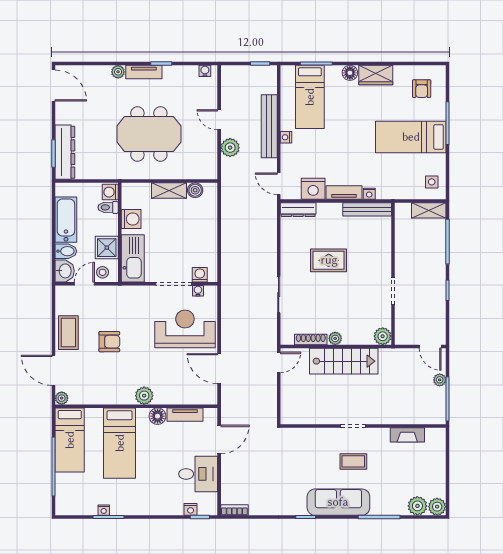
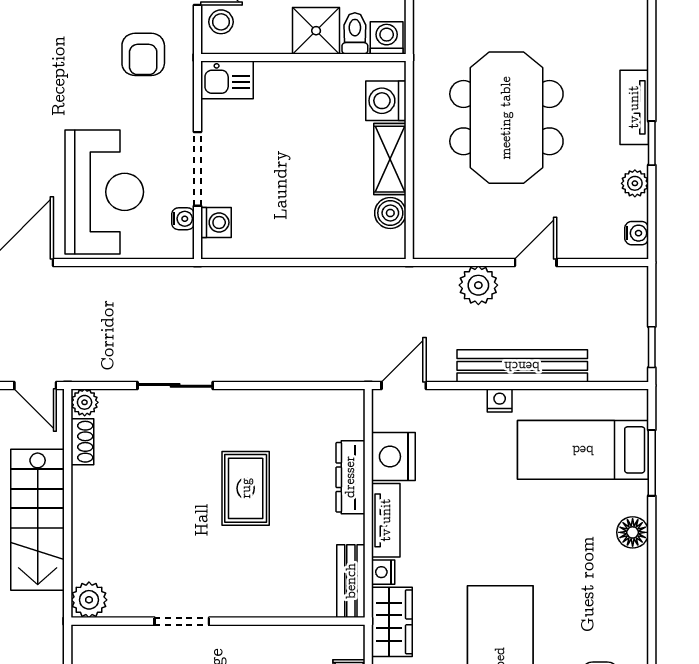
plant: (118, 72) -> (635, 183), moved
wardrobe: (376, 75) -> (392, 622), moved, turned 180
bench: (367, 209) -> (351, 581), width x0.73
dresser: (298, 210) -> (350, 477), moved
washing machine: (131, 219) -> (386, 101), moved, turned 90
shower: (107, 248) -> (316, 31), moved
kitchen sink: (133, 258) -> (227, 80), width x0.53, depth x0.81
plant: (335, 338) -> (85, 402), moved
shoe rack: (311, 339) -> (82, 442), width x0.70
armchair: (109, 342) -> (143, 54), moved

